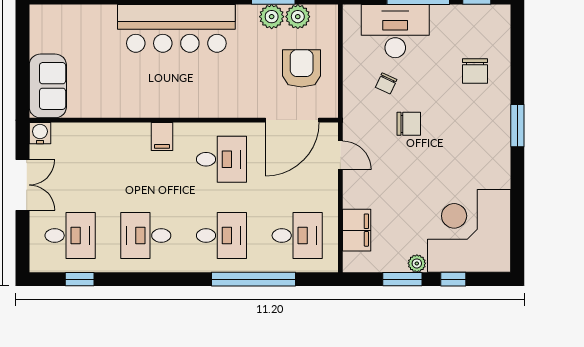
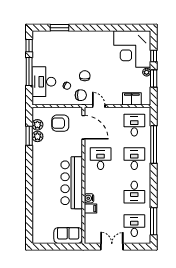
bar counter: (176, 28) -> (72, 183), moved, turned 180
chair: (475, 71) -> (81, 95), moved
window: (517, 126) -> (60, 28), moved
water cooler: (40, 133) -> (89, 198), moved
filing cabinet: (162, 137) -> (90, 209), moved
door: (340, 155) -> (99, 106), hinge flipped
window: (80, 279) -> (154, 221), width x2.17

